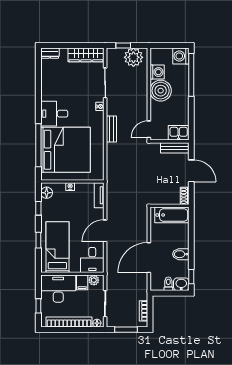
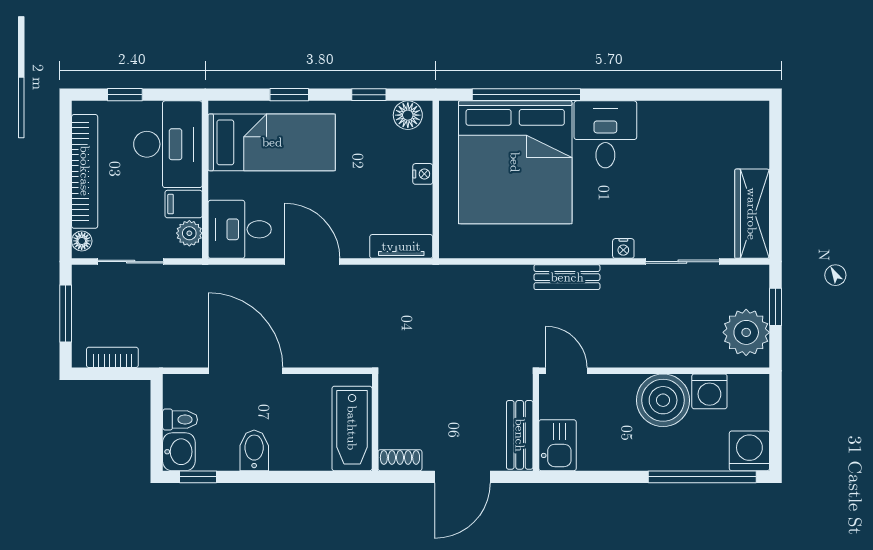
dresser: (50, 53) -> (757, 124), removed

